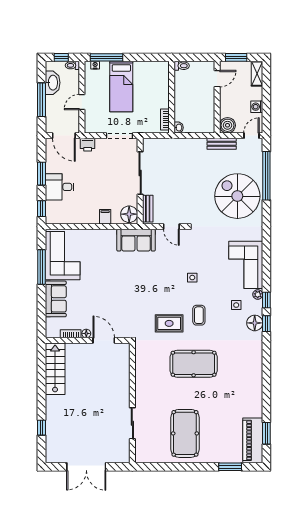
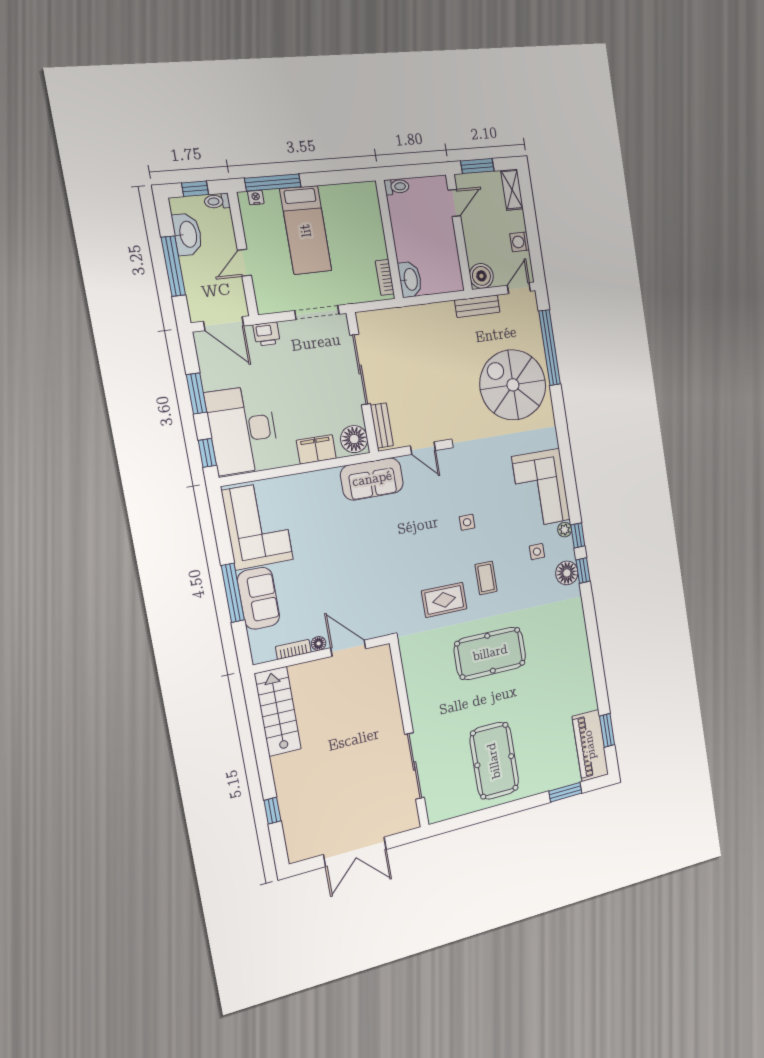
washbasin: (179, 128) -> (410, 279), width x1.91, depth x1.45
desk: (60, 187) -> (243, 430), width x1.87, depth x1.30
filing cabinet: (105, 217) -> (316, 449), width x2.00
window: (41, 267) -> (233, 593), moved
sliding door: (132, 423) -> (415, 766), width x1.37

